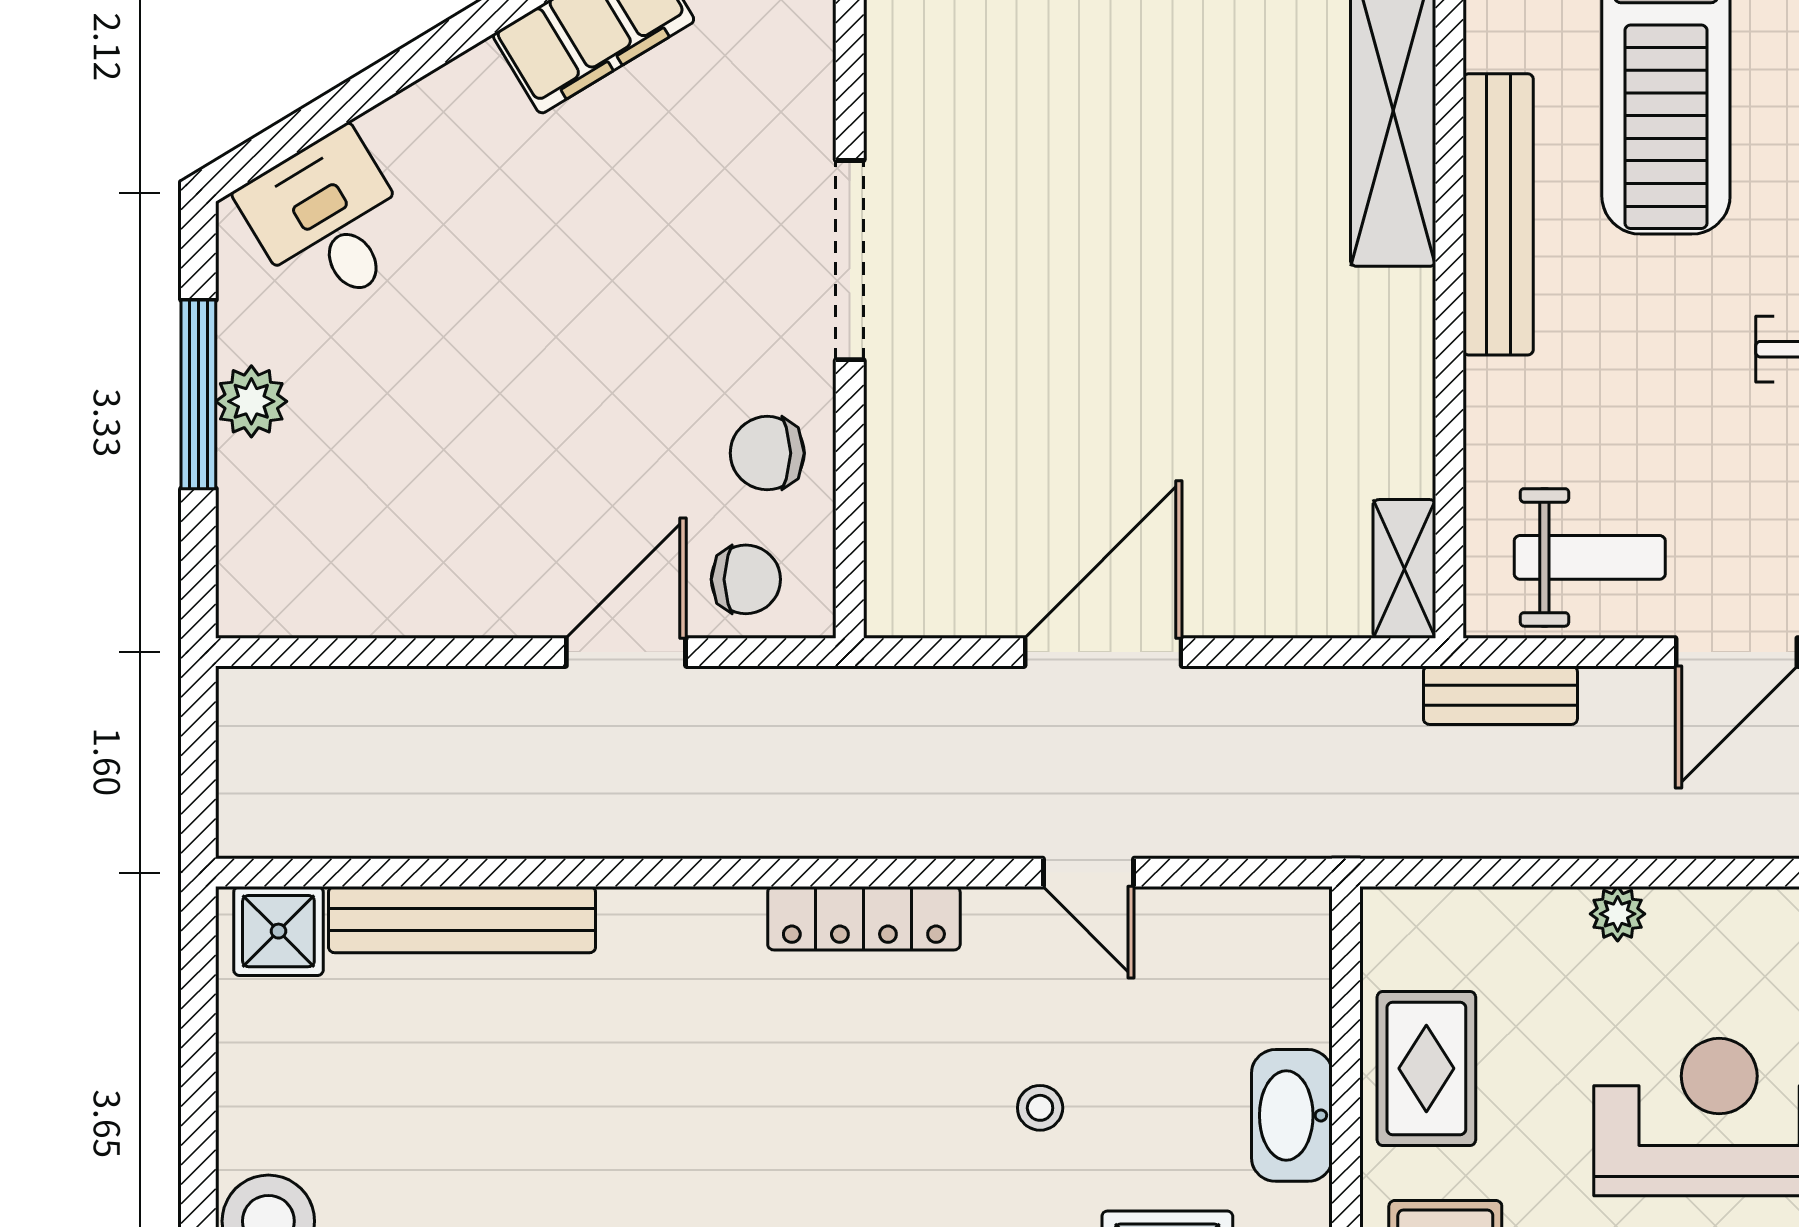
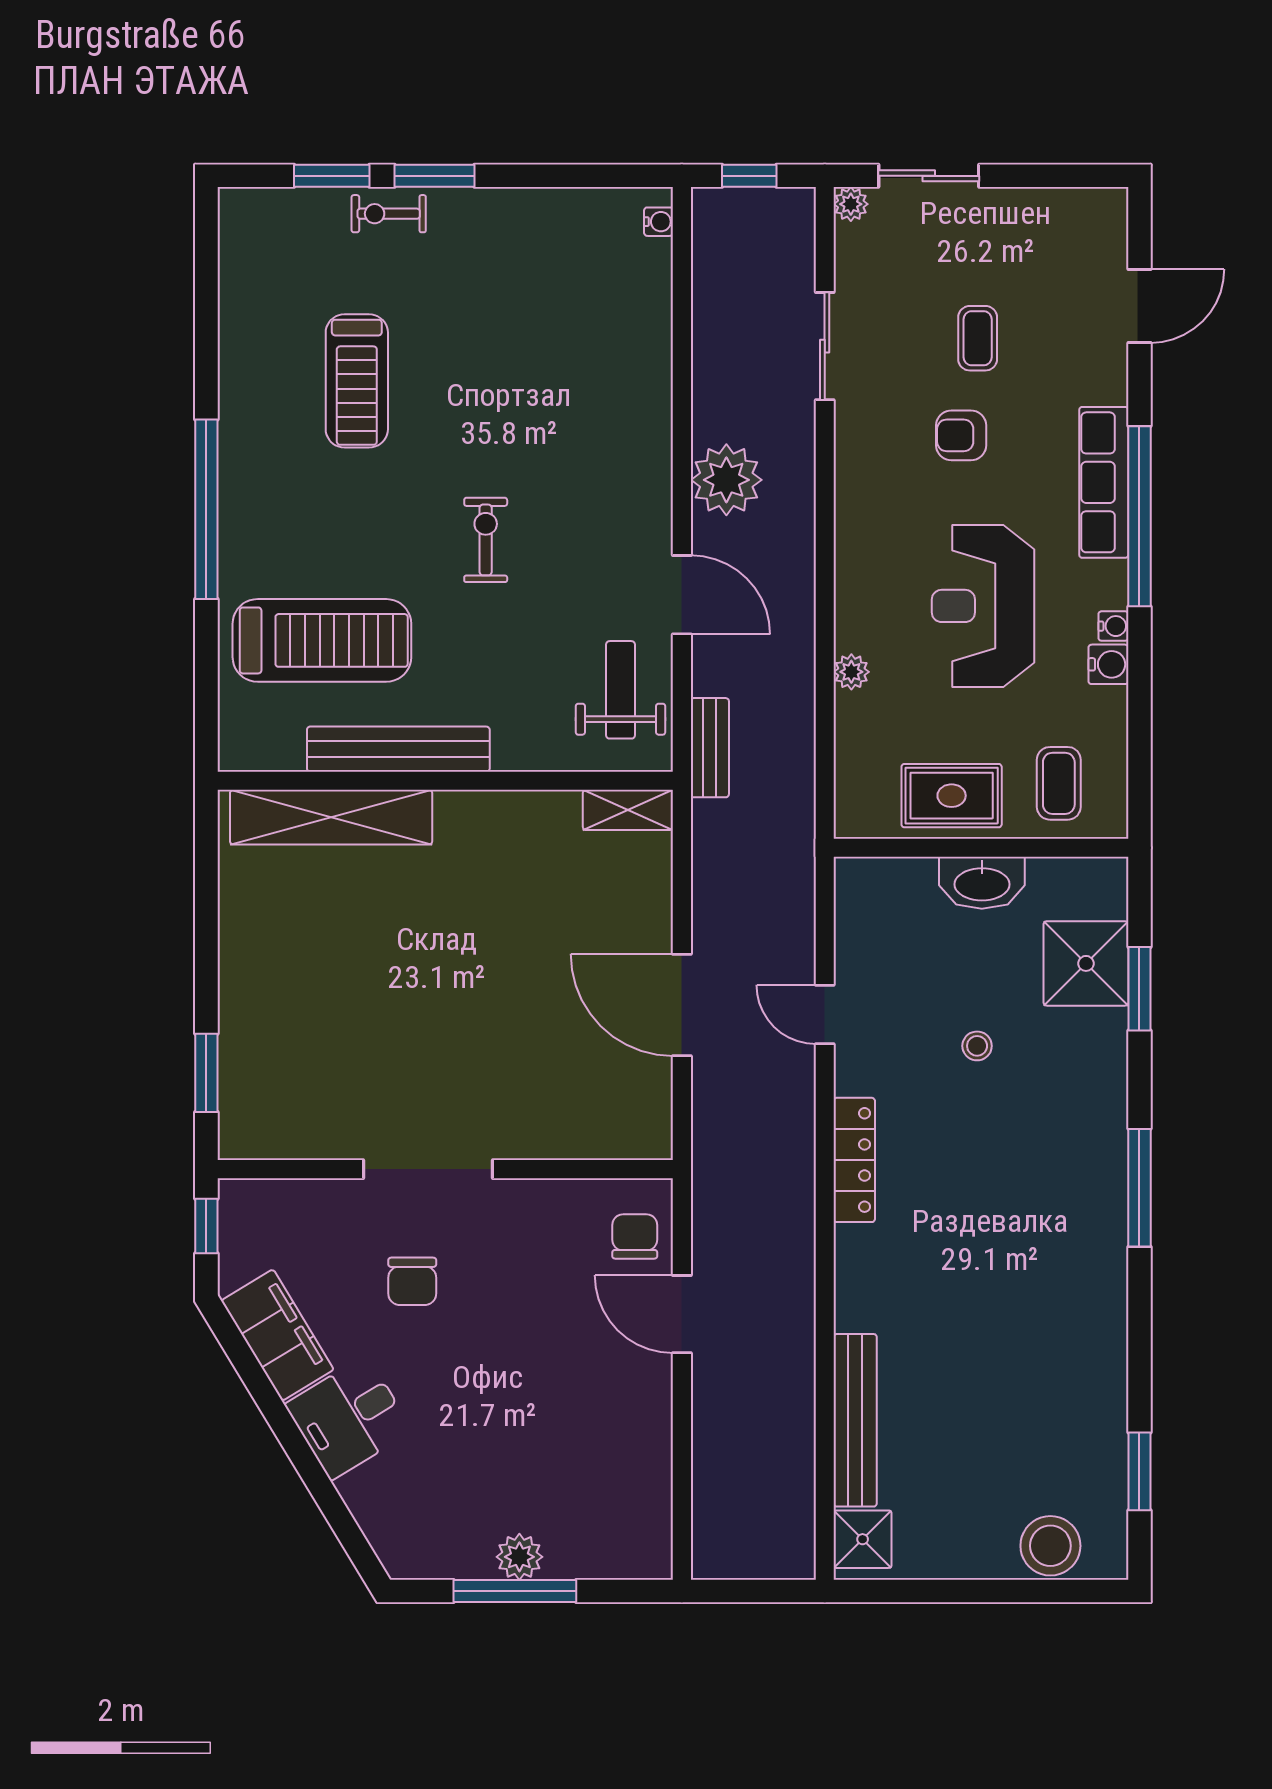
desk: (329, 221) -> (349, 1418), moved
chair: (767, 453) -> (412, 1281), moved
door: (1088, 873) -> (825, 1015), swing flipped

